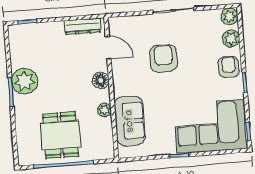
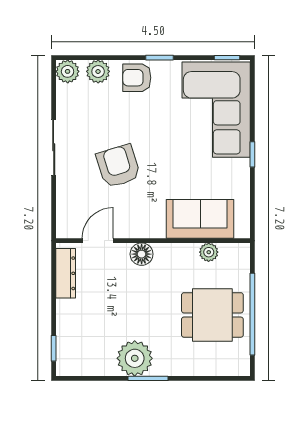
armchair: (163, 59) -> (118, 166), turned 73
plant: (104, 110) -> (209, 252), moved

